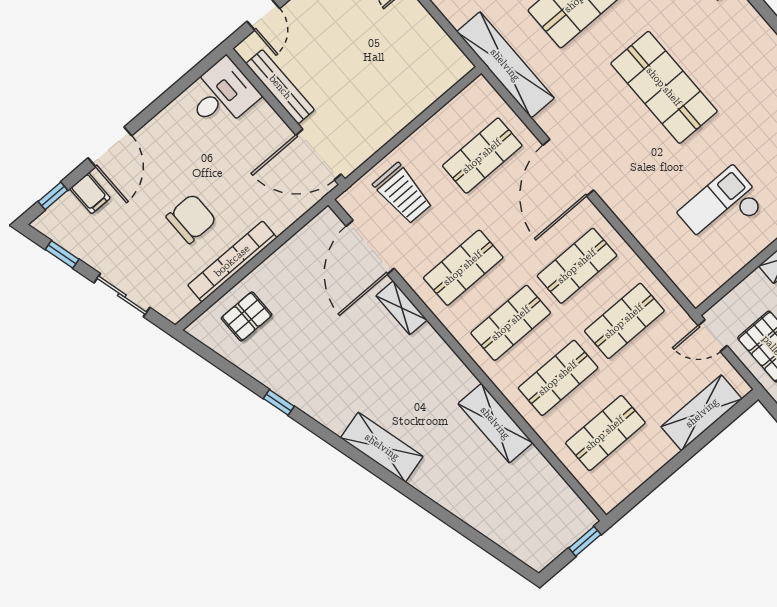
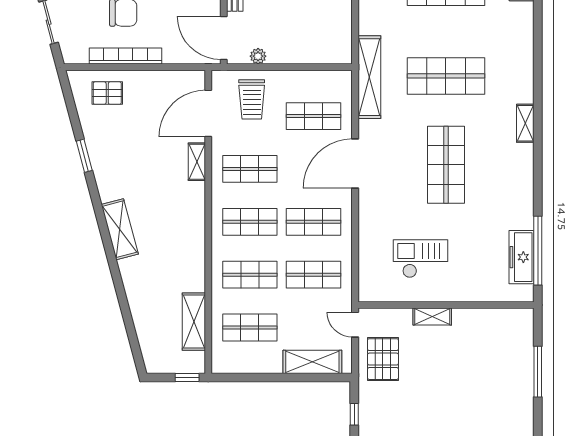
plant: (371, 143) -> (258, 56), added
window: (279, 402) -> (84, 156), width x1.50
shelving: (495, 423) -> (194, 322), moved

